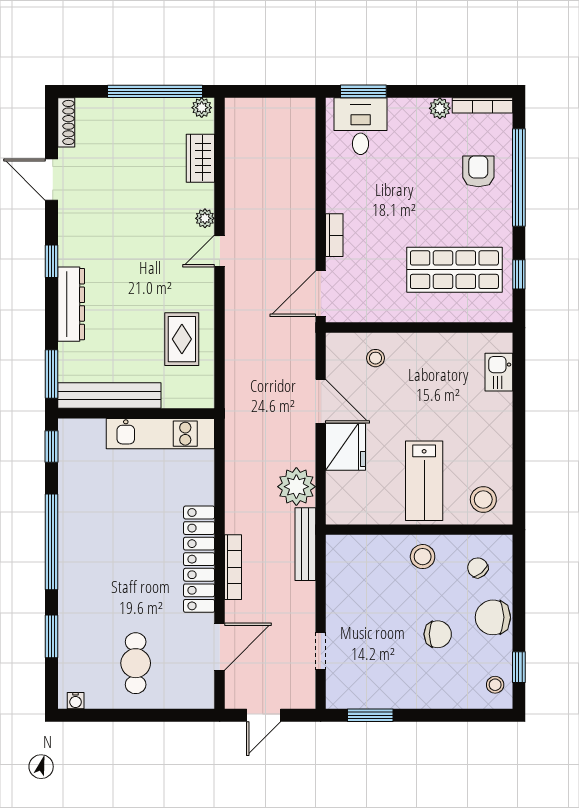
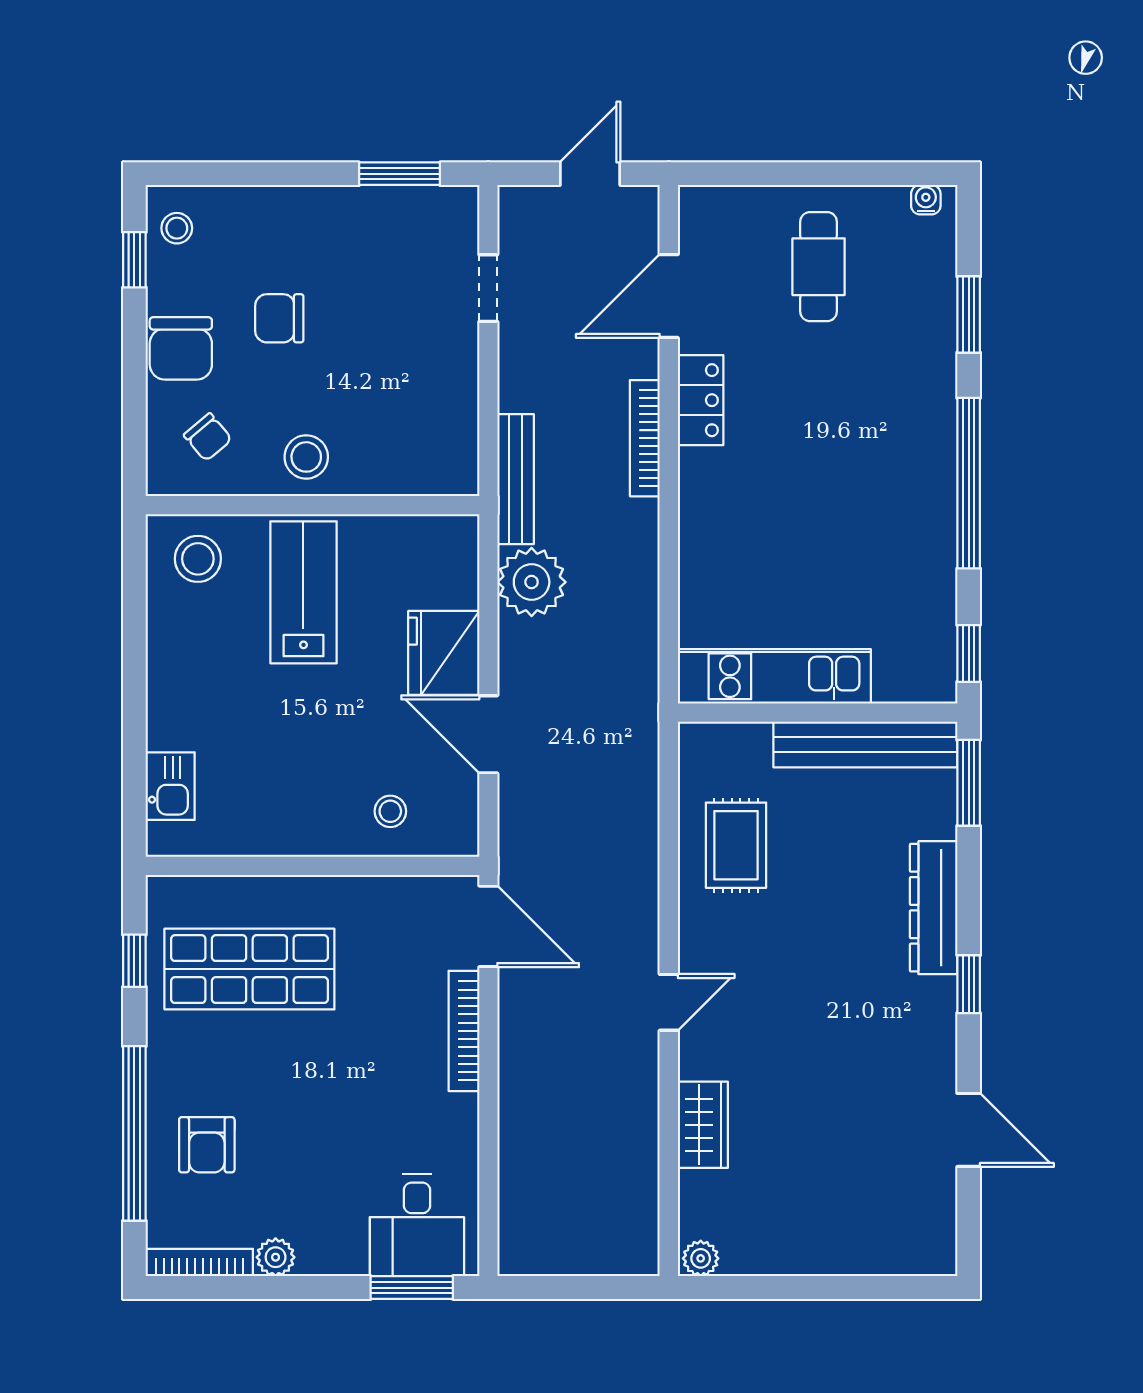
window: (155, 91) -> (784, 1288), removed
shoe rack: (66, 122) -> (942, 1232), removed
wardrobe: (200, 158) -> (703, 1125), moved
plant: (205, 218) -> (695, 1061), removed
bookcase: (334, 235) -> (464, 1031), width x1.56
door: (321, 294) -> (488, 926), hinge flipped
locker: (199, 559) -> (701, 400), width x0.46, depth x0.83
chair: (493, 617) -> (181, 348), turned 90

